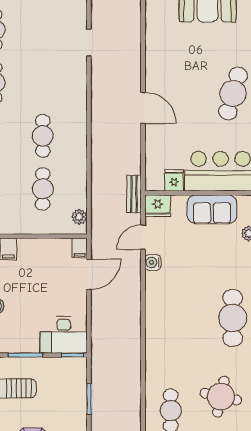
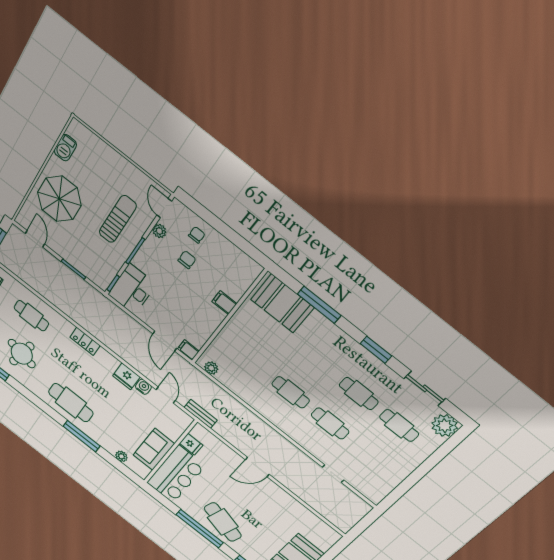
cafe table: (43, 189) -> (330, 423), moved
fridge: (158, 206) -> (126, 376), moved, turned -90
locker: (153, 345) -> (85, 341), added

